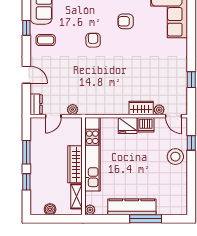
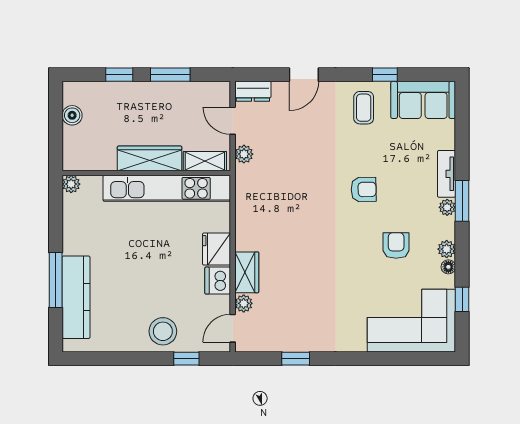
shelving: (77, 196) -> (205, 161), moved
kitchen counter: (132, 207) -> (76, 297), moved

